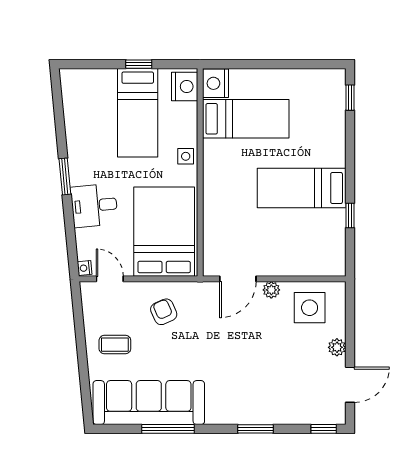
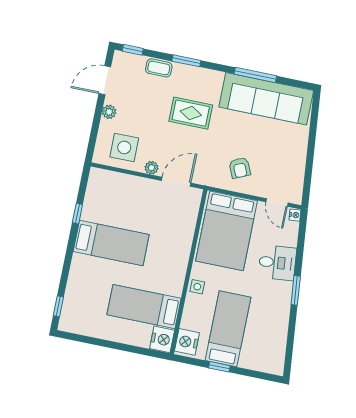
coffee table: (115, 345) -> (159, 68), moved
rug: (237, 366) -> (191, 113), added

